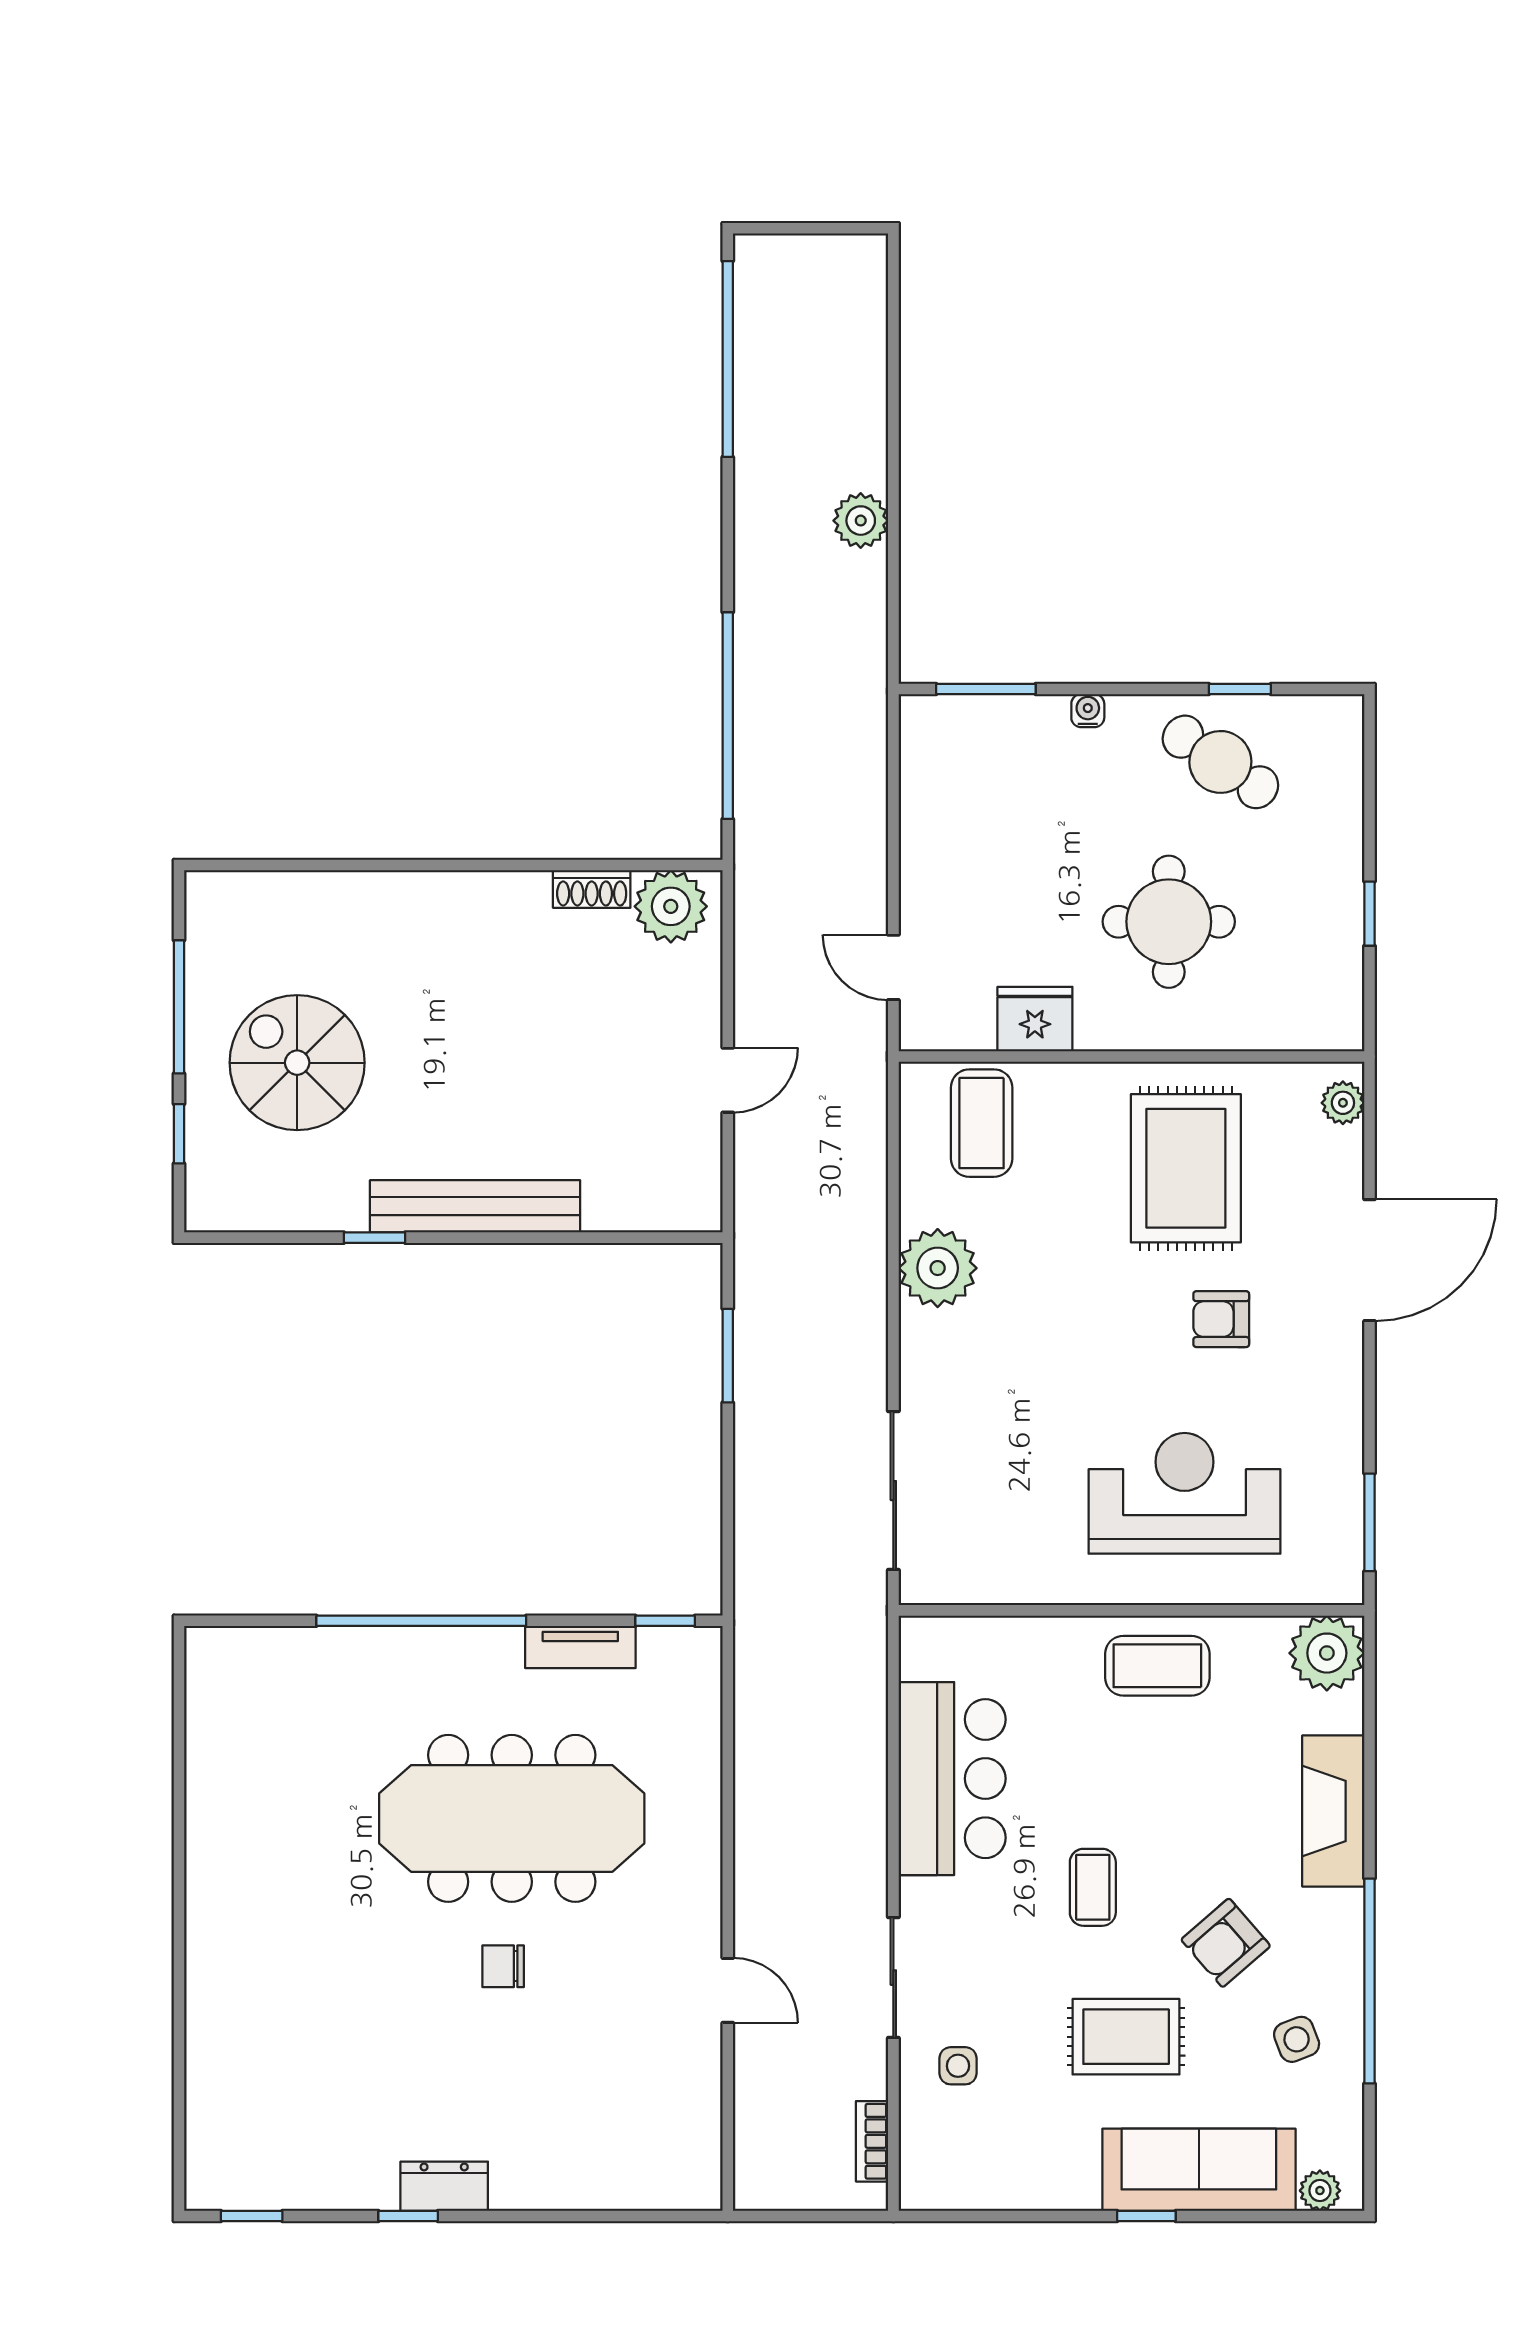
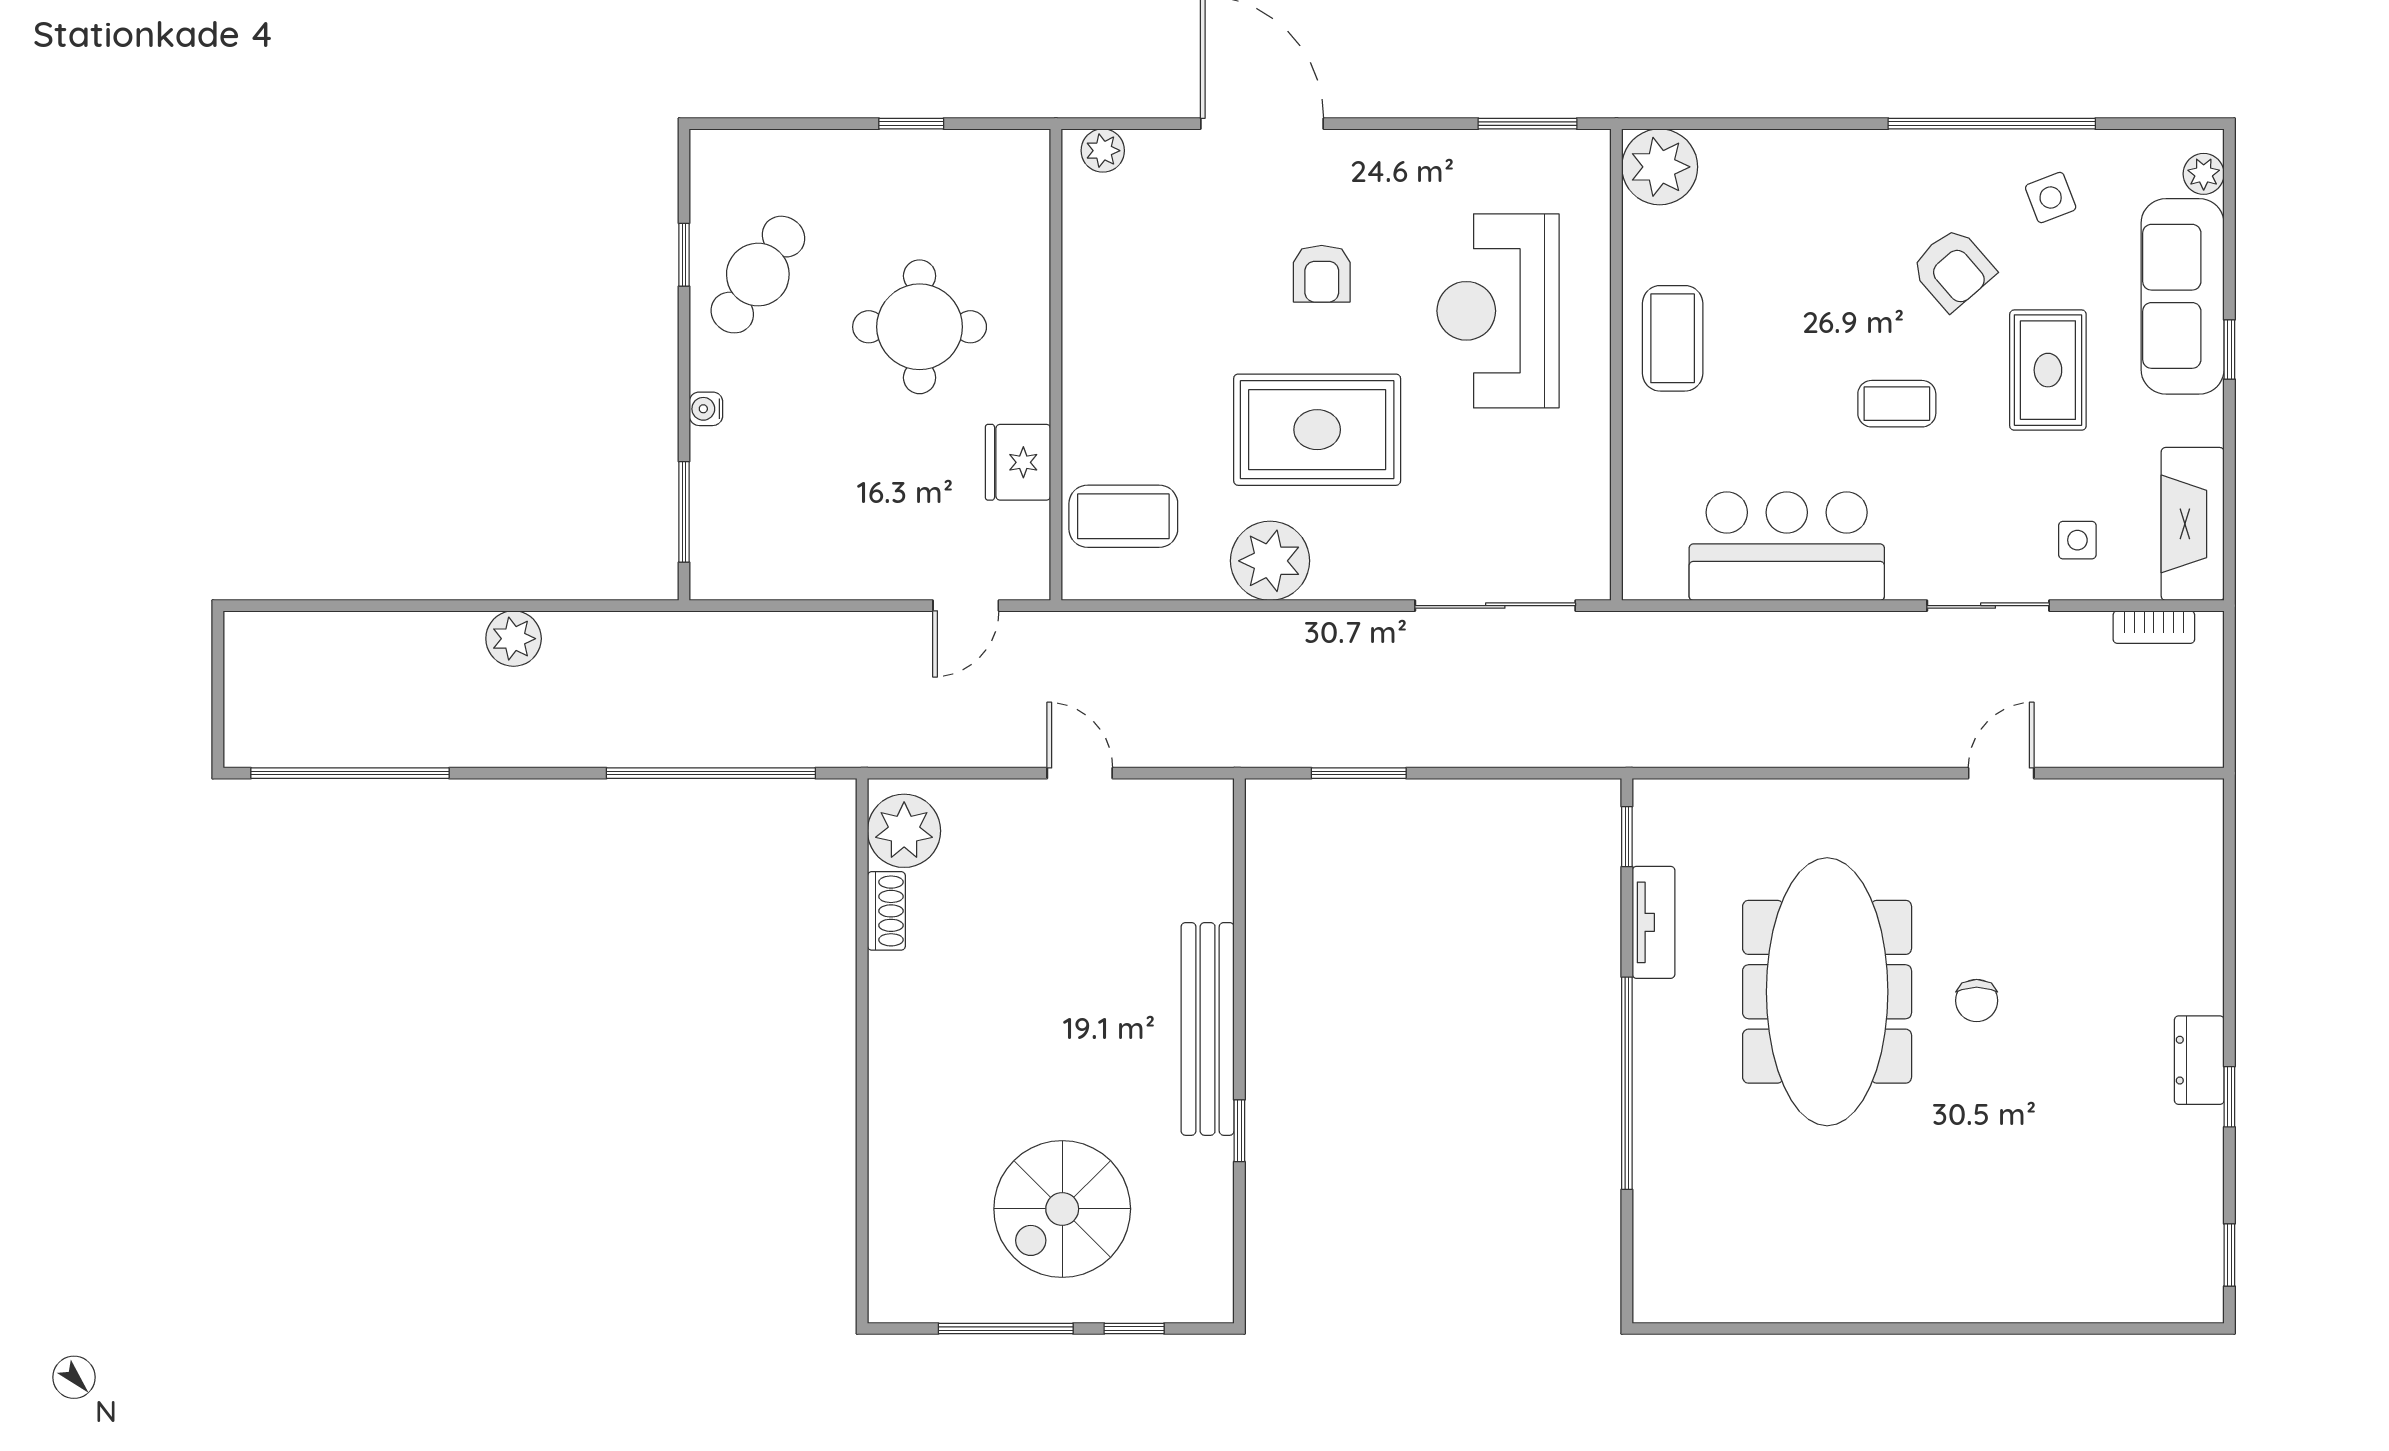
rug: (1186, 1168) -> (1317, 430), moved
fireplace: (1333, 1811) -> (2193, 524), moved, turned 90

